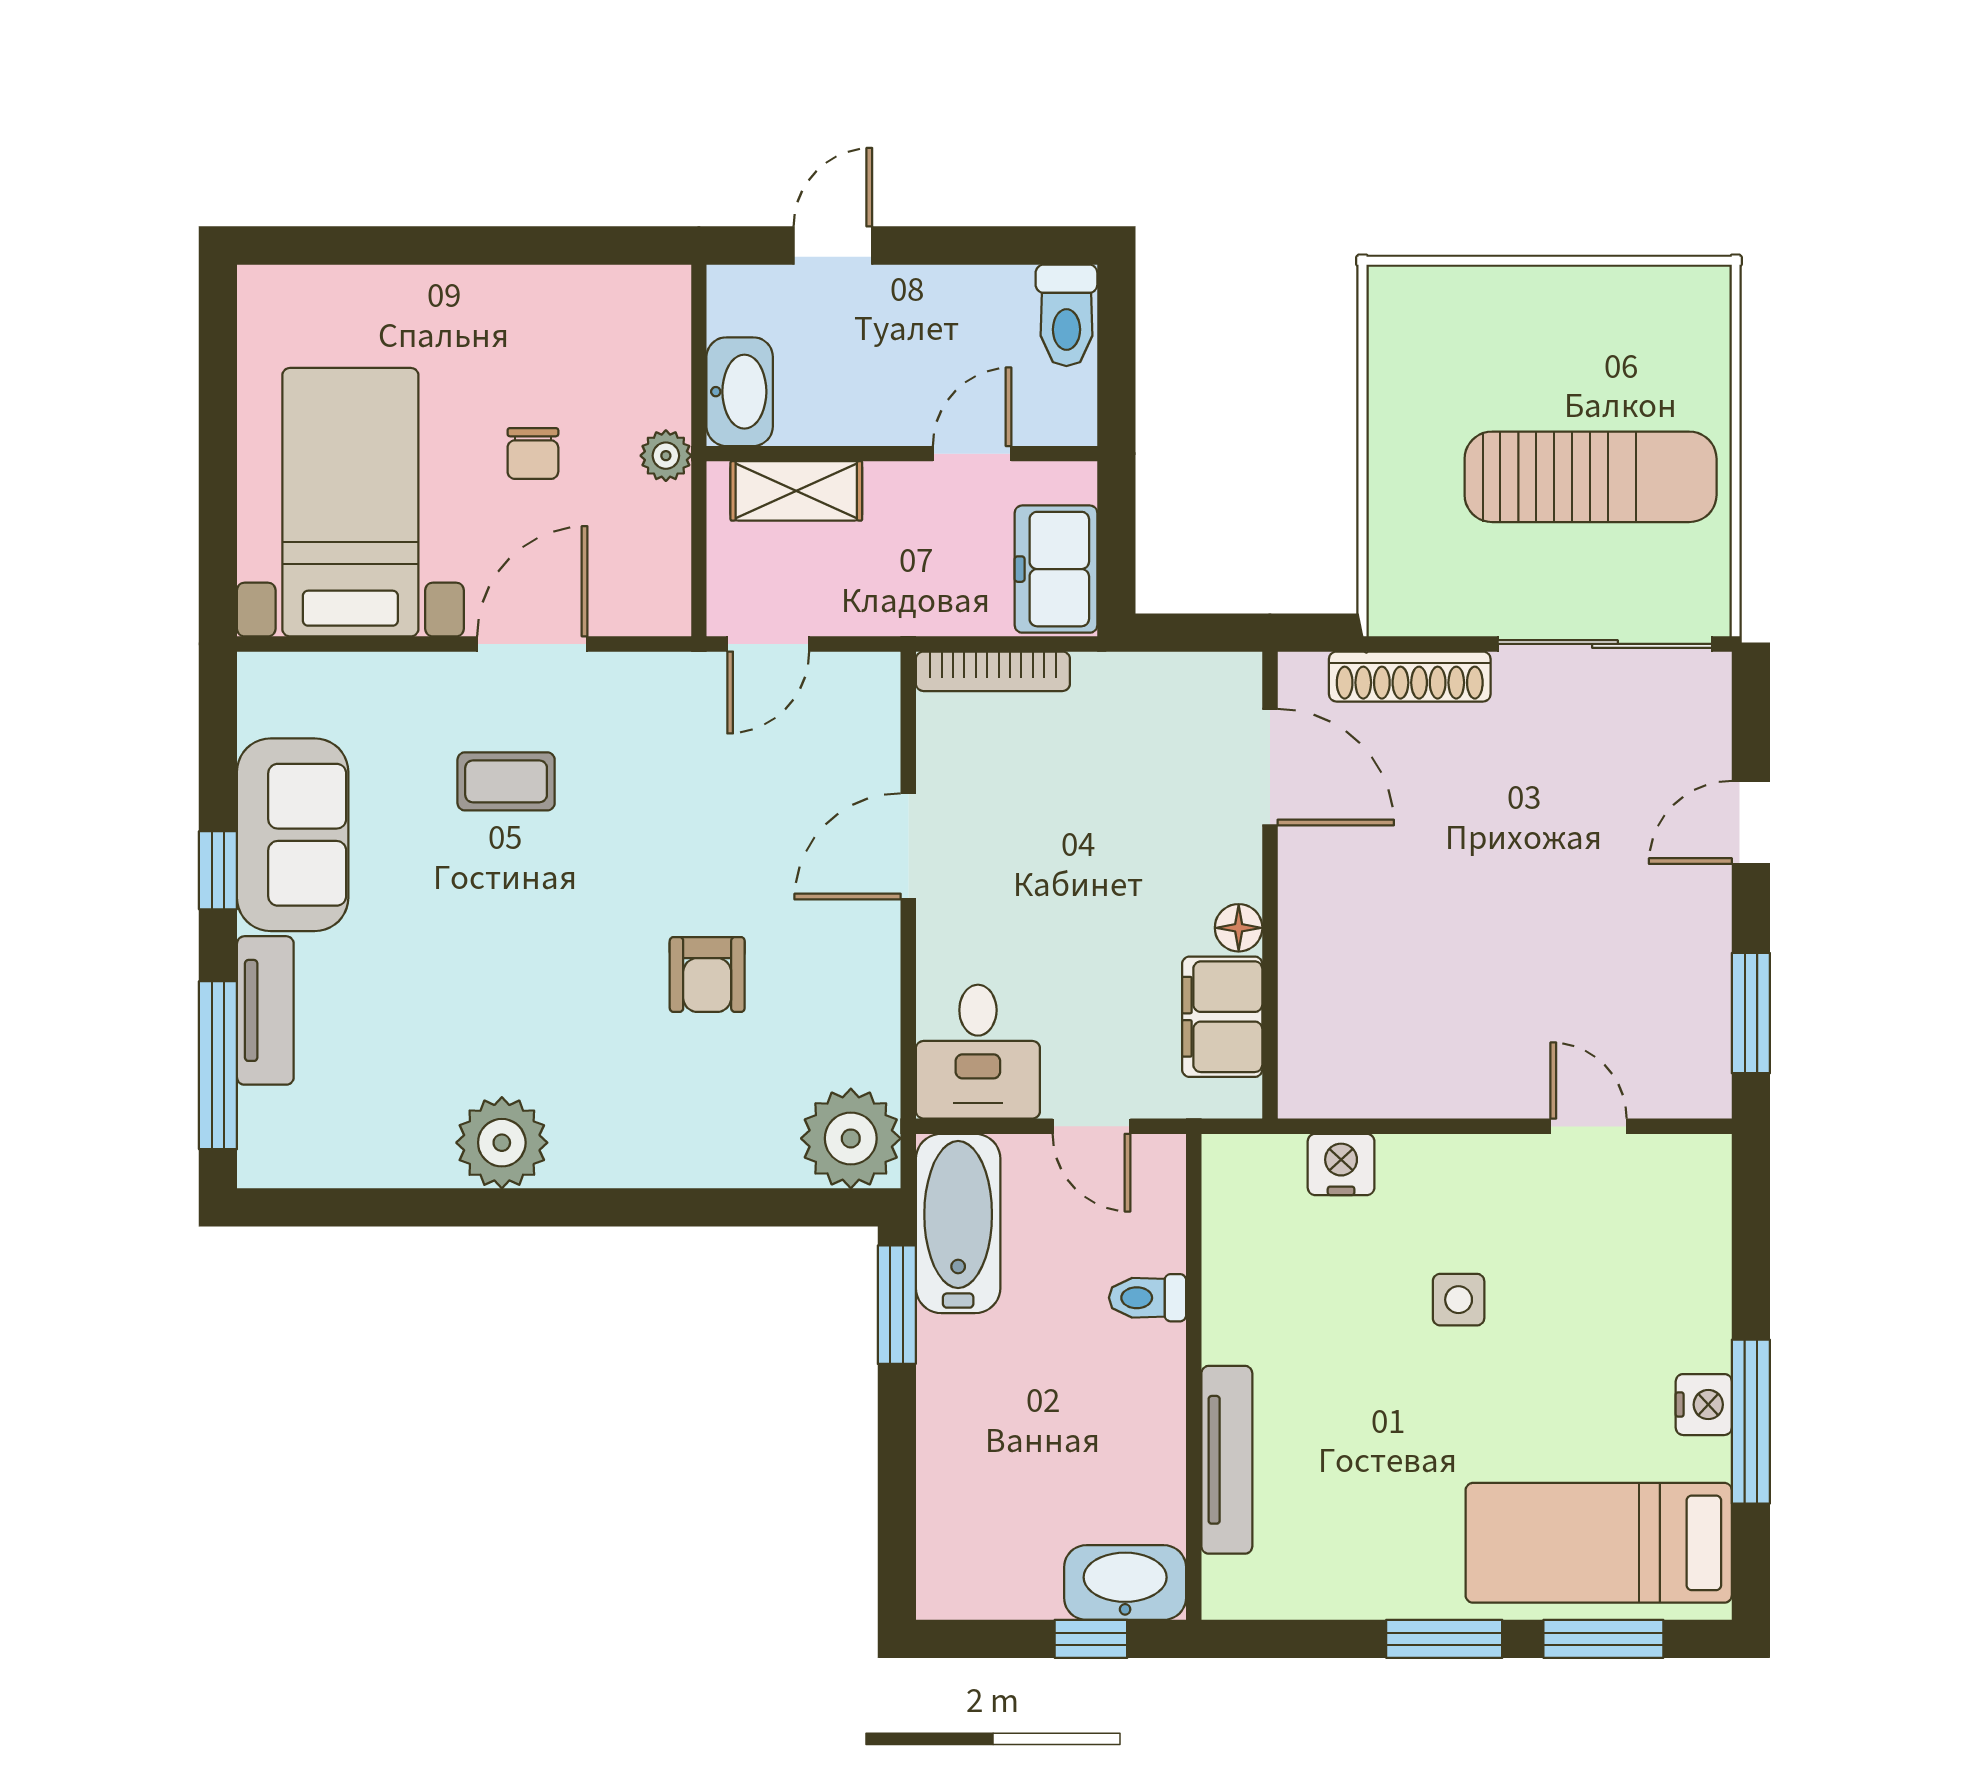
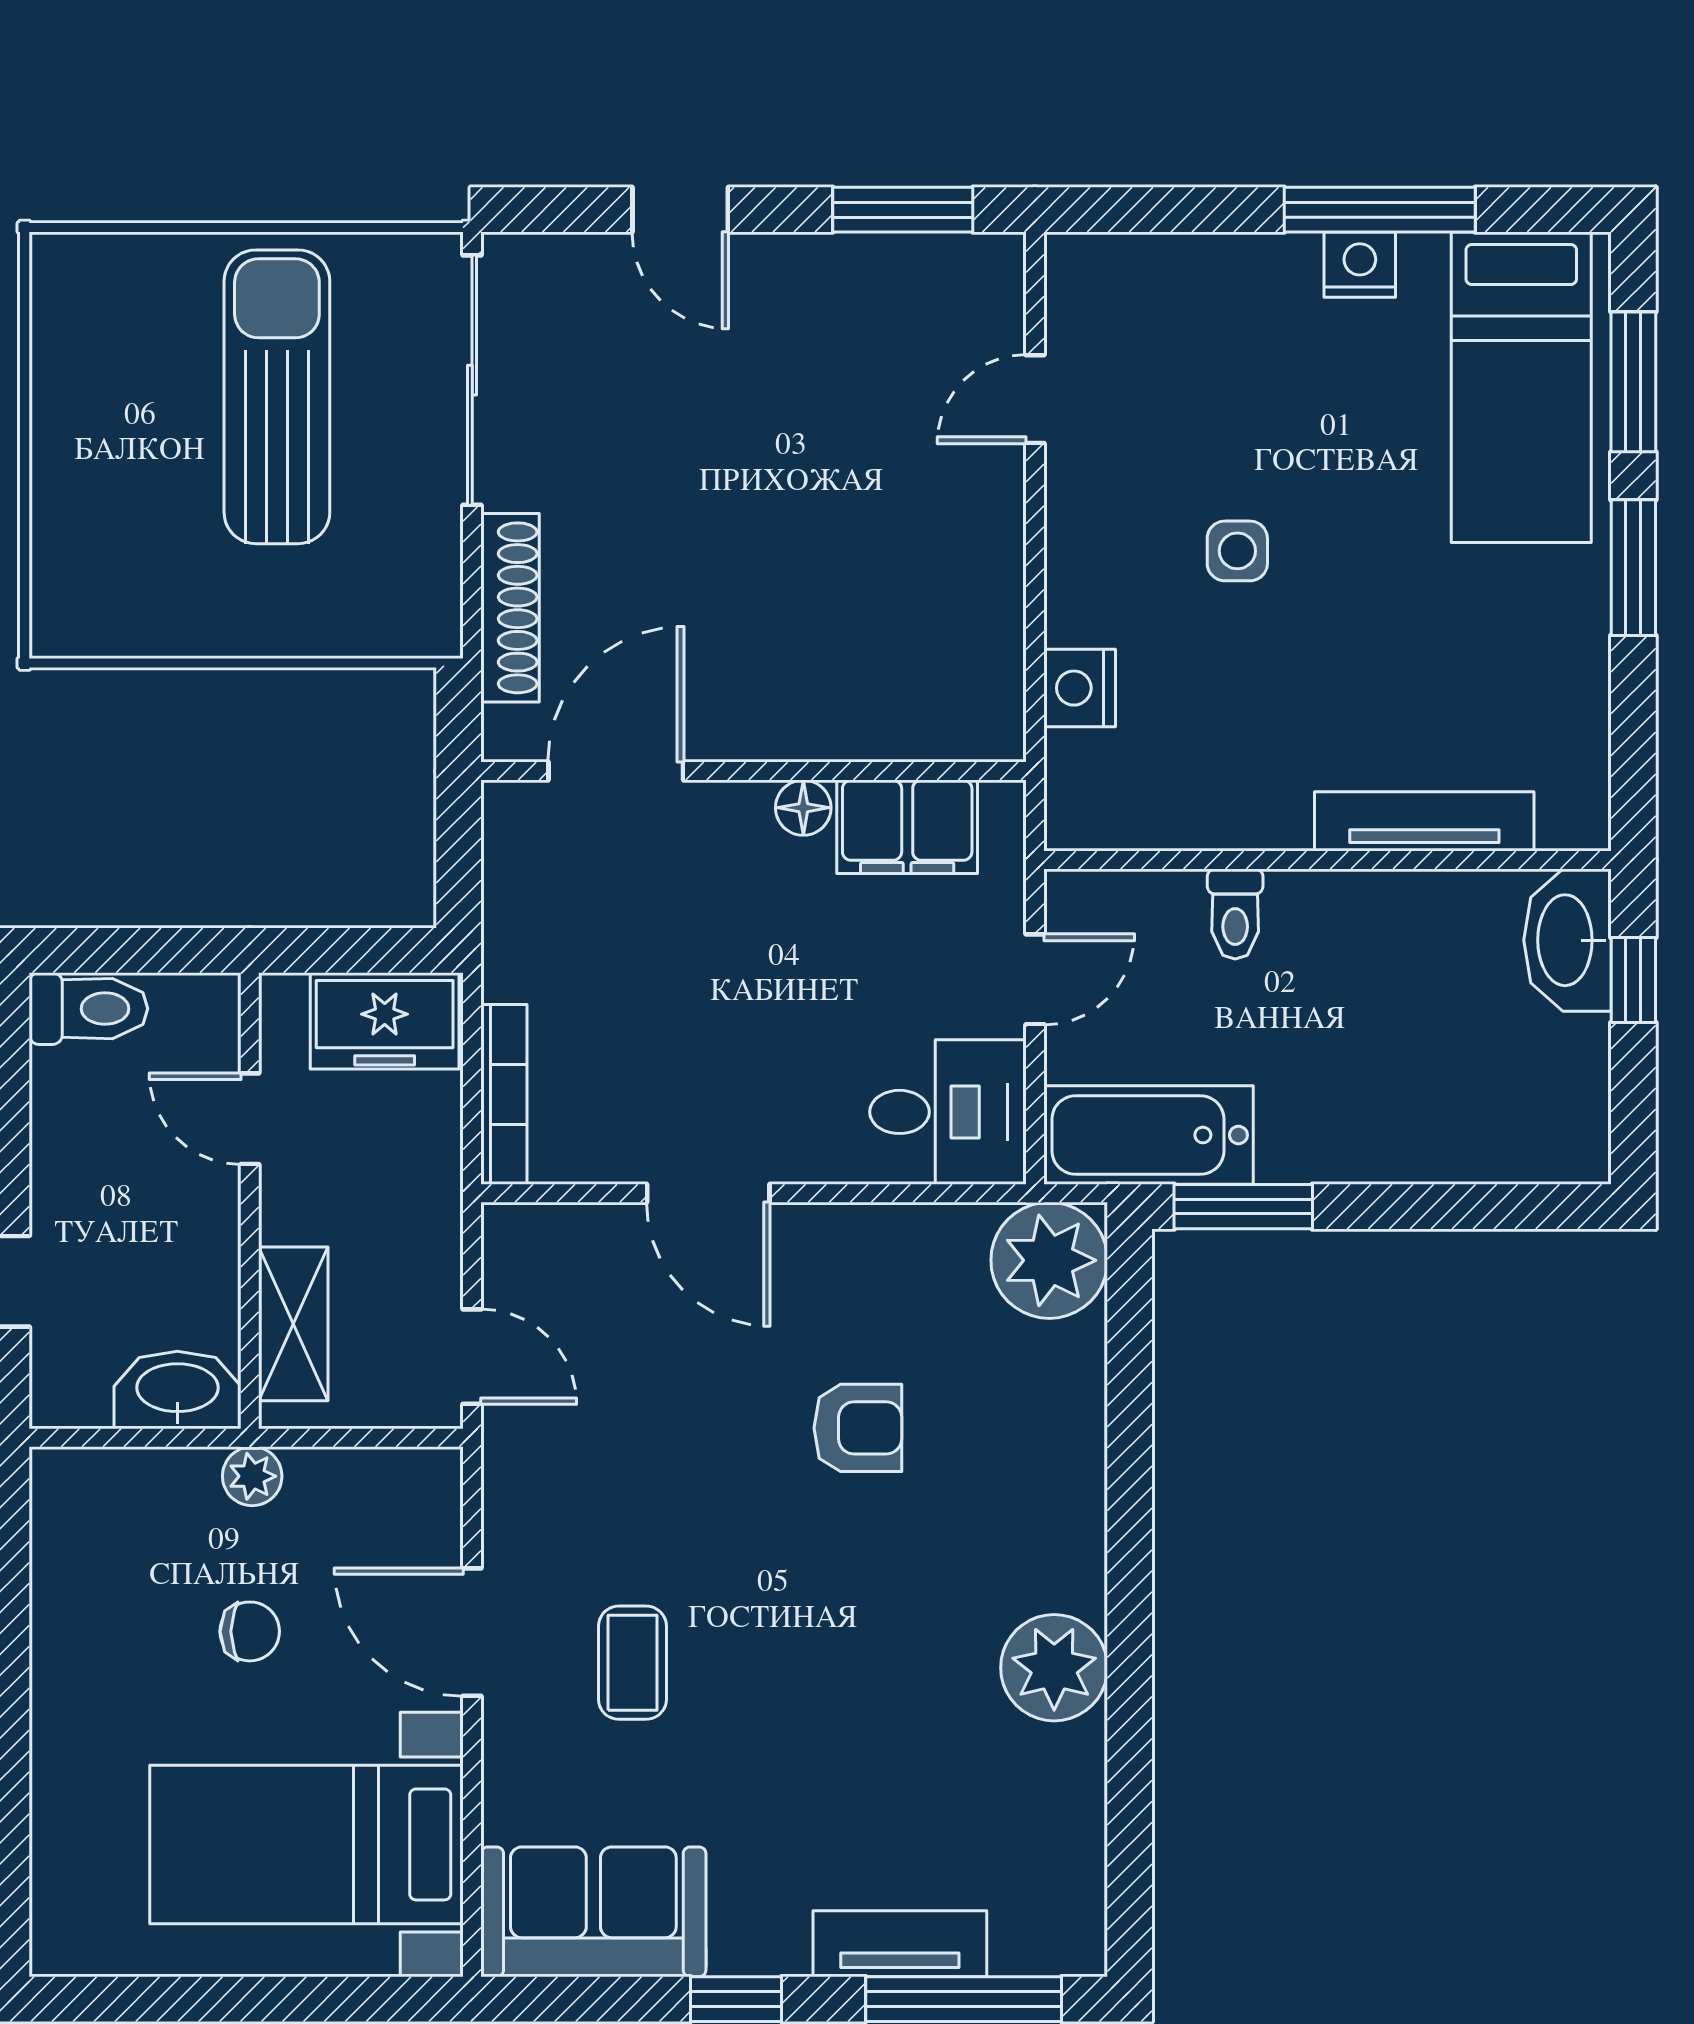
sofa: (293, 835) -> (593, 1912), moved

